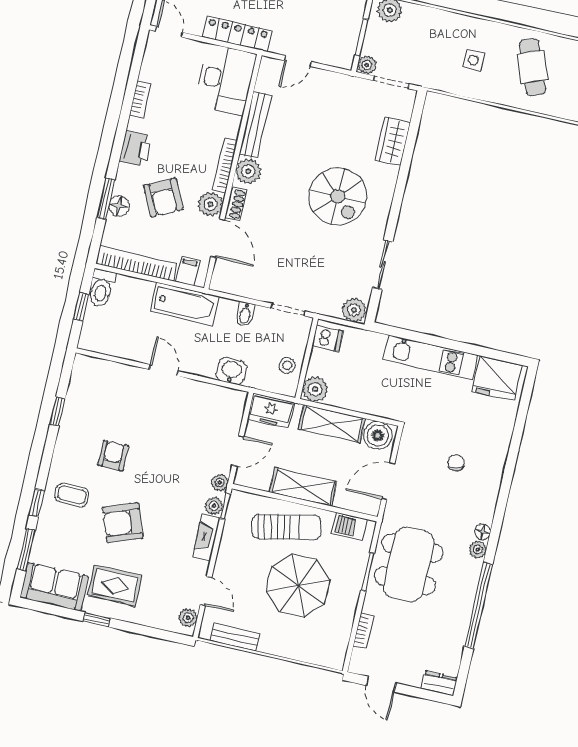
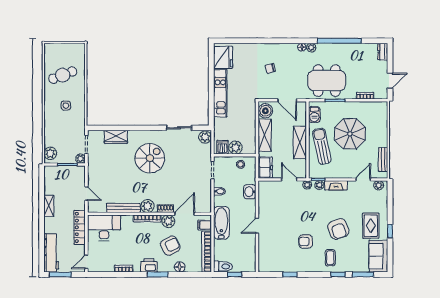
window: (106, 199) -> (158, 274), moved
plant: (315, 389) -> (235, 148), moved

